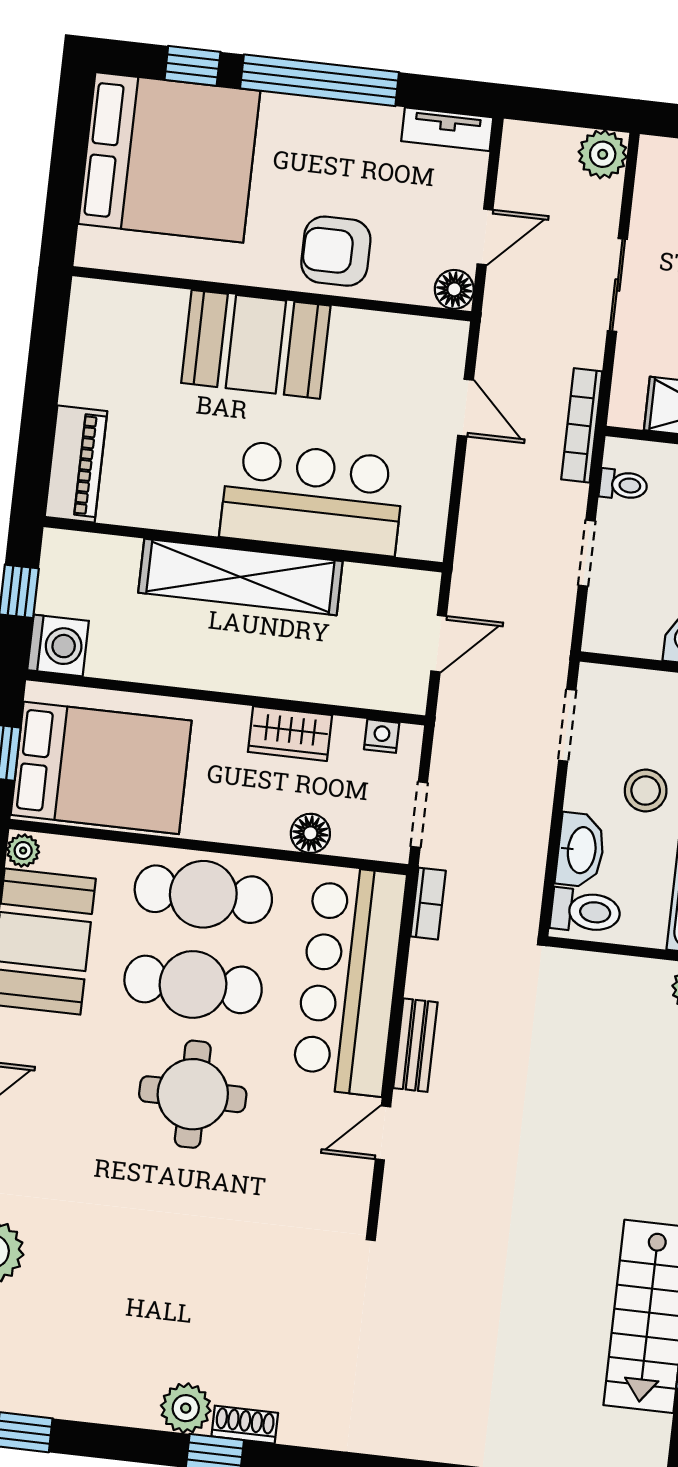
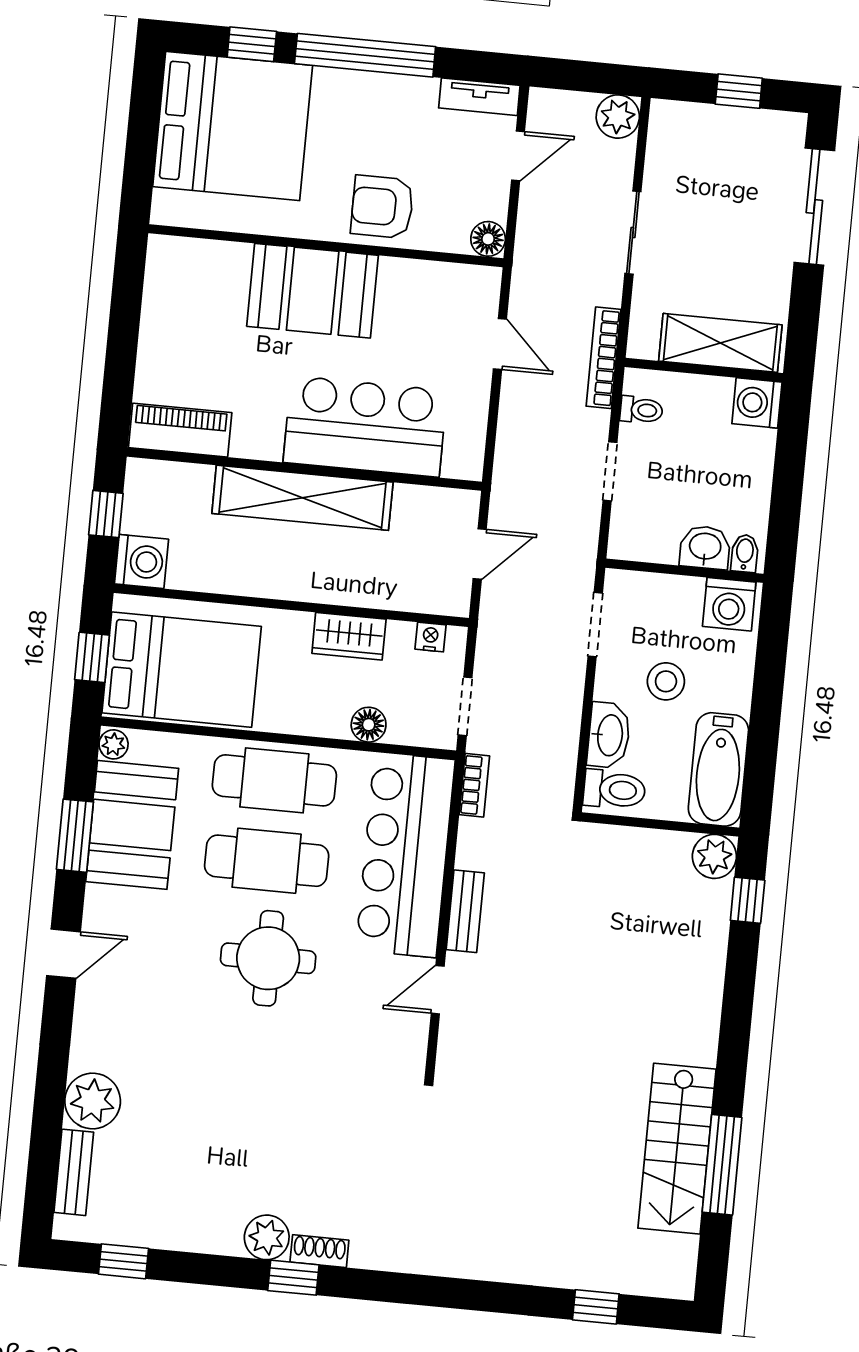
door: (485, 237) -> (518, 156), moved
piano: (76, 464) -> (180, 430), moved, turned -90

